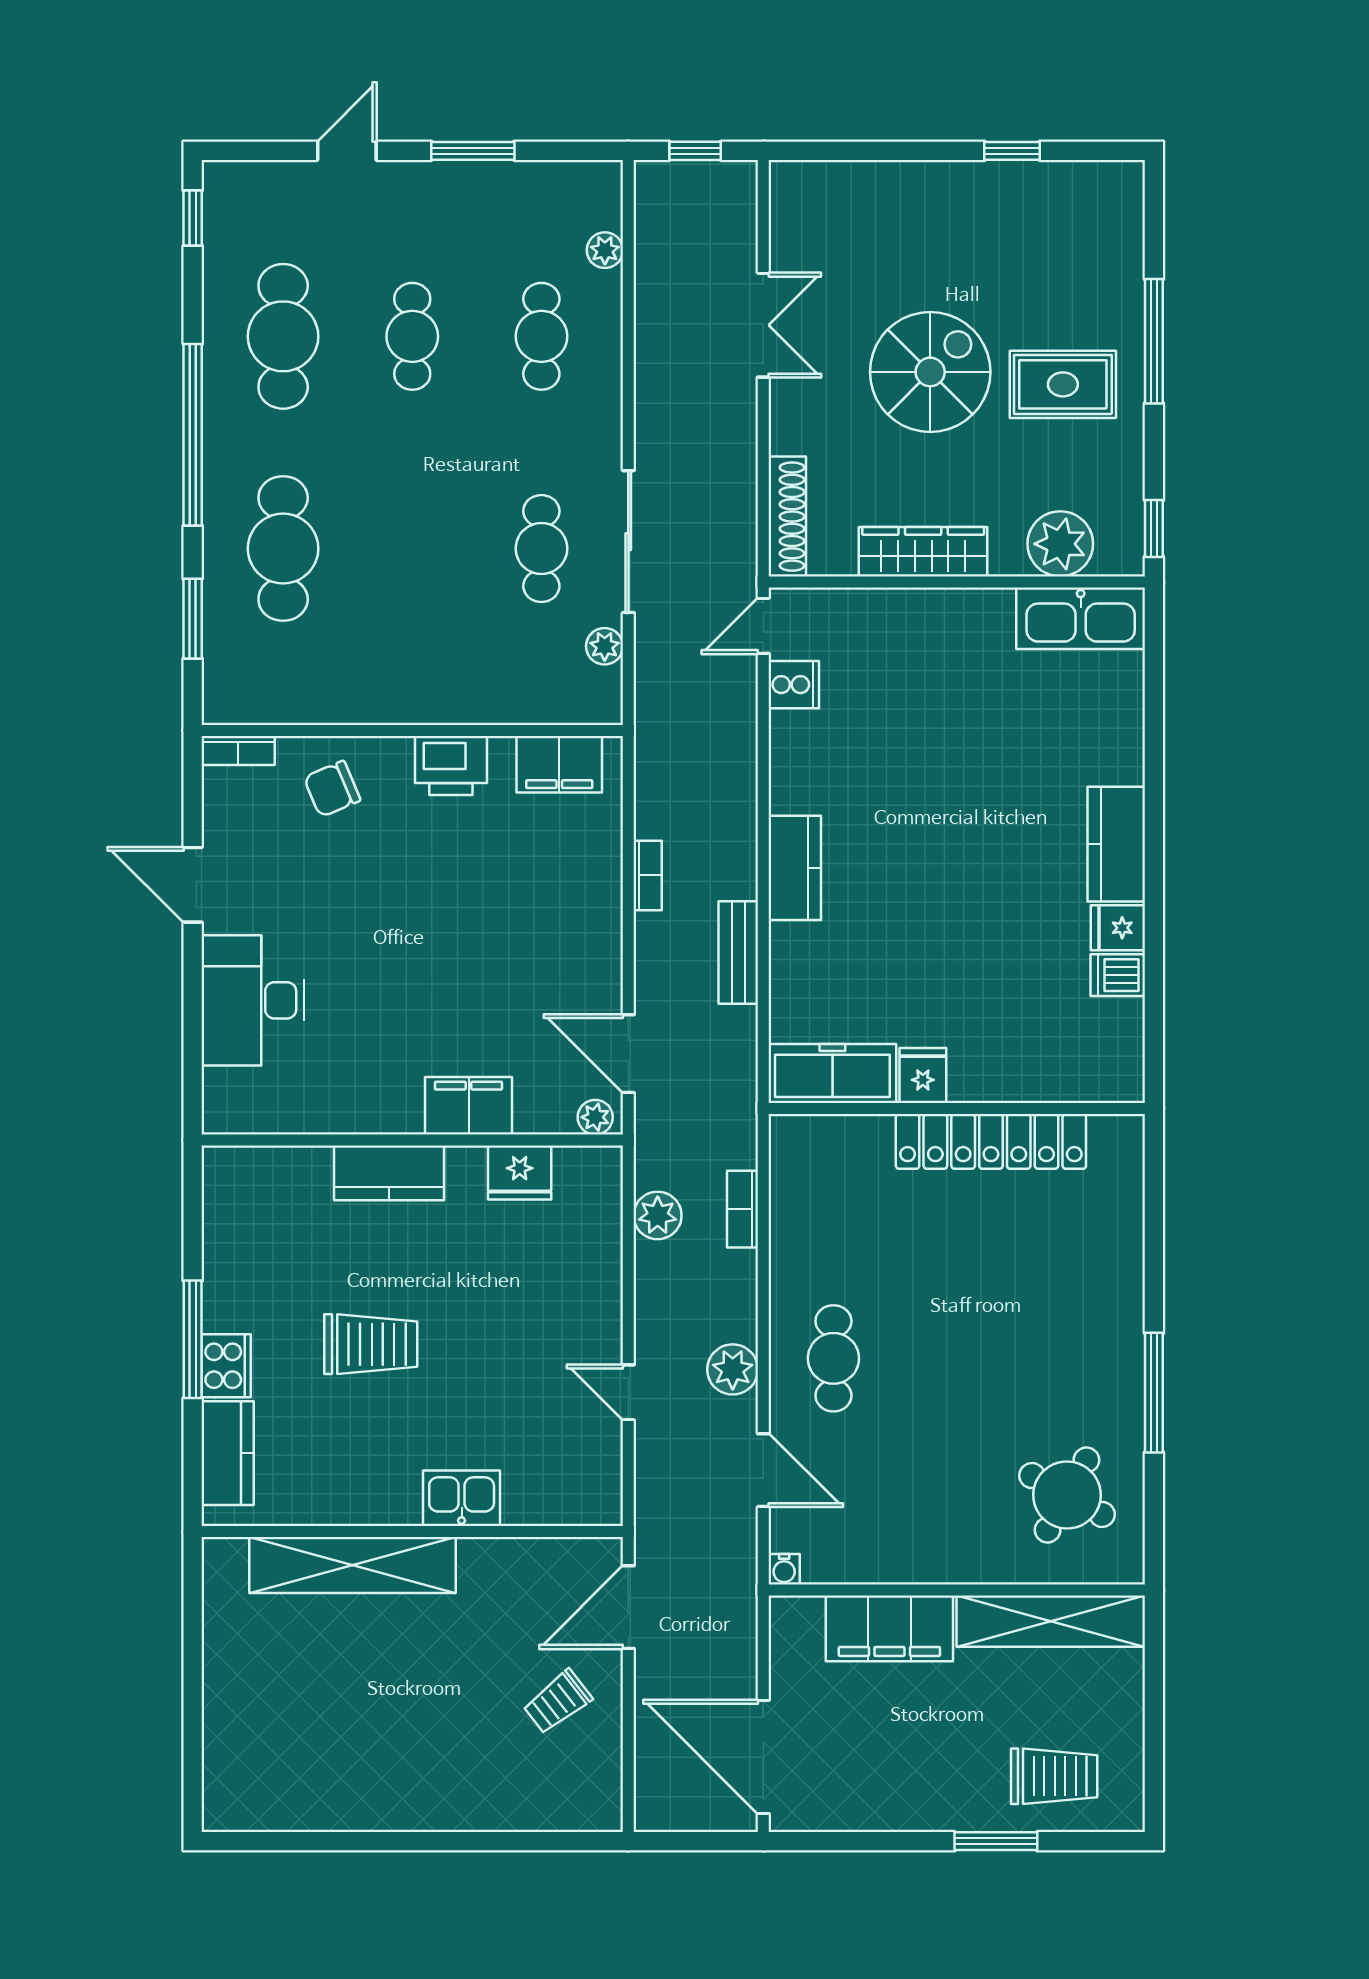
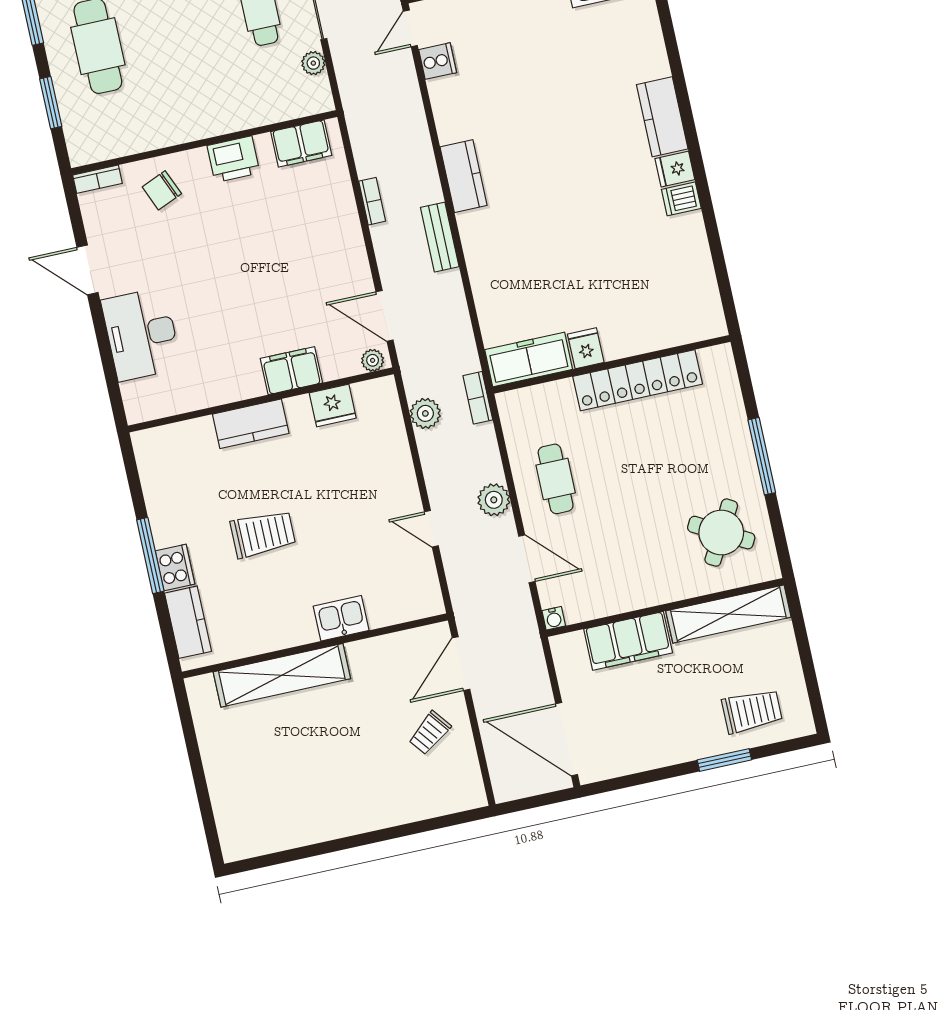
freezer: (832, 1074) -> (529, 360), moved
fridge: (923, 1075) -> (586, 348), moved
wall: (957, 1109) -> (612, 364), moved
locker: (991, 1141) -> (638, 380), moved

